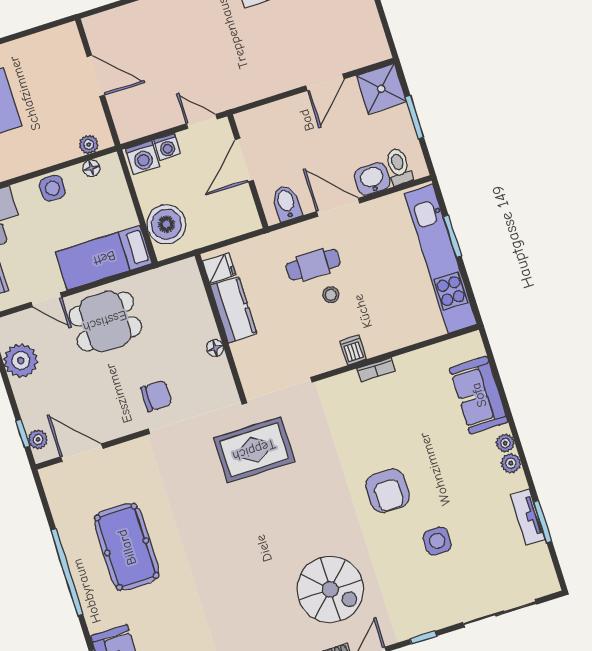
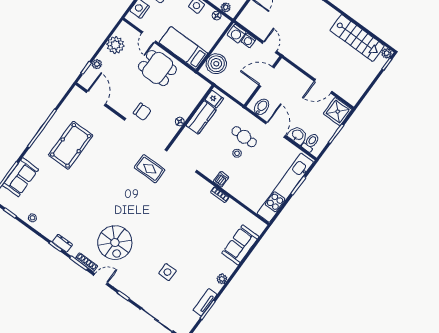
plant: (38, 439) -> (97, 64), moved
plant: (505, 443) -> (229, 271), removed
rug: (254, 450) -> (150, 169), width x0.73, depth x0.70
armchair: (387, 491) -> (173, 236), removed

